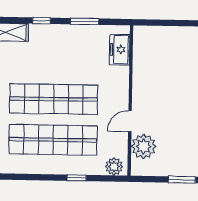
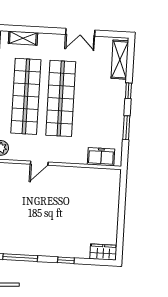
door: (130, 121) -> (39, 163), swing flipped
plant: (144, 146) -> (17, 174), removed

